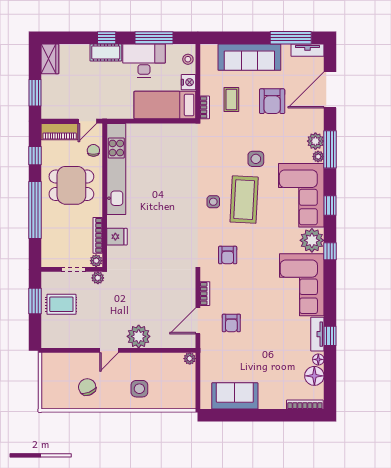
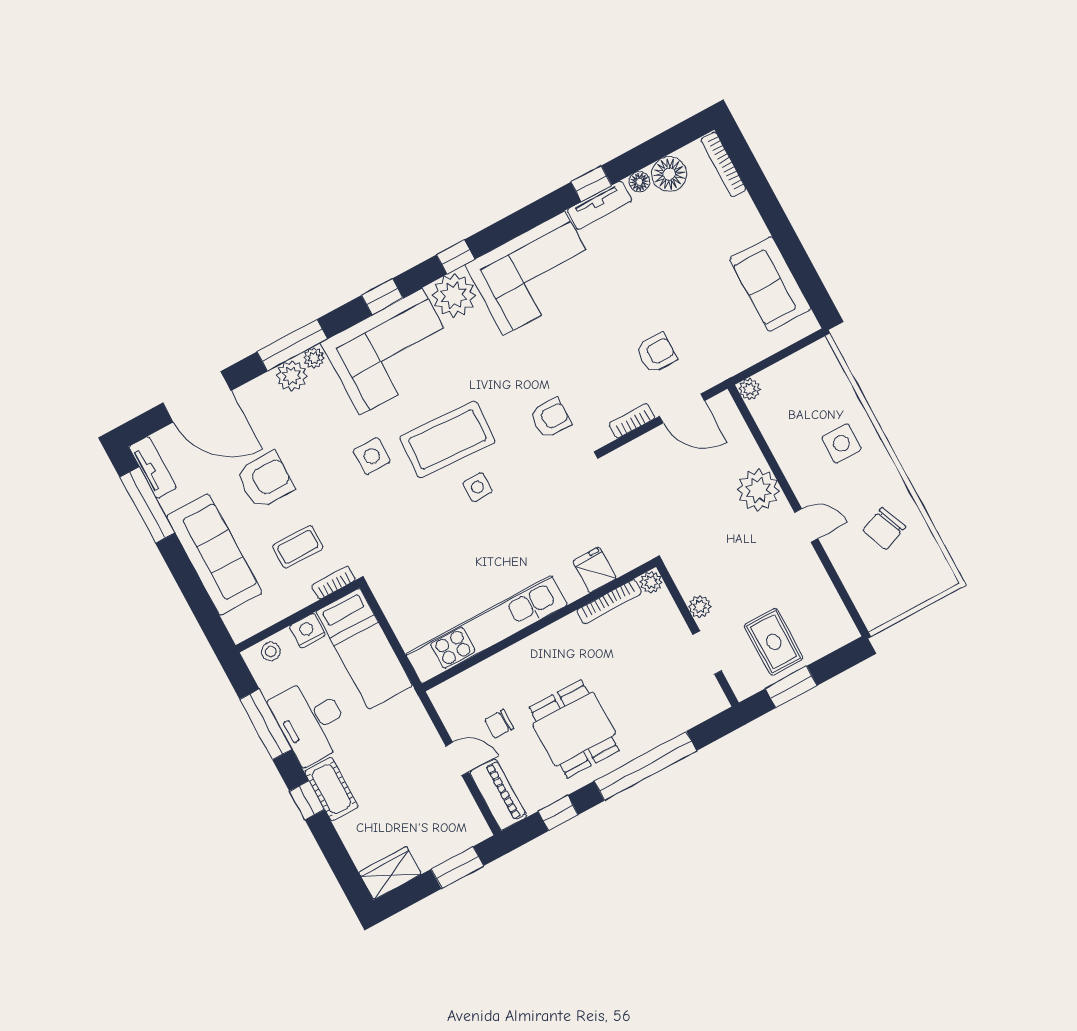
kitchen unit: (116, 169) -> (487, 629), moved
wall: (105, 195) -> (539, 625), moved
bookcase: (98, 235) -> (609, 602), moved
fridge: (117, 237) -> (594, 570), moved
plant: (96, 261) -> (651, 582), moved

